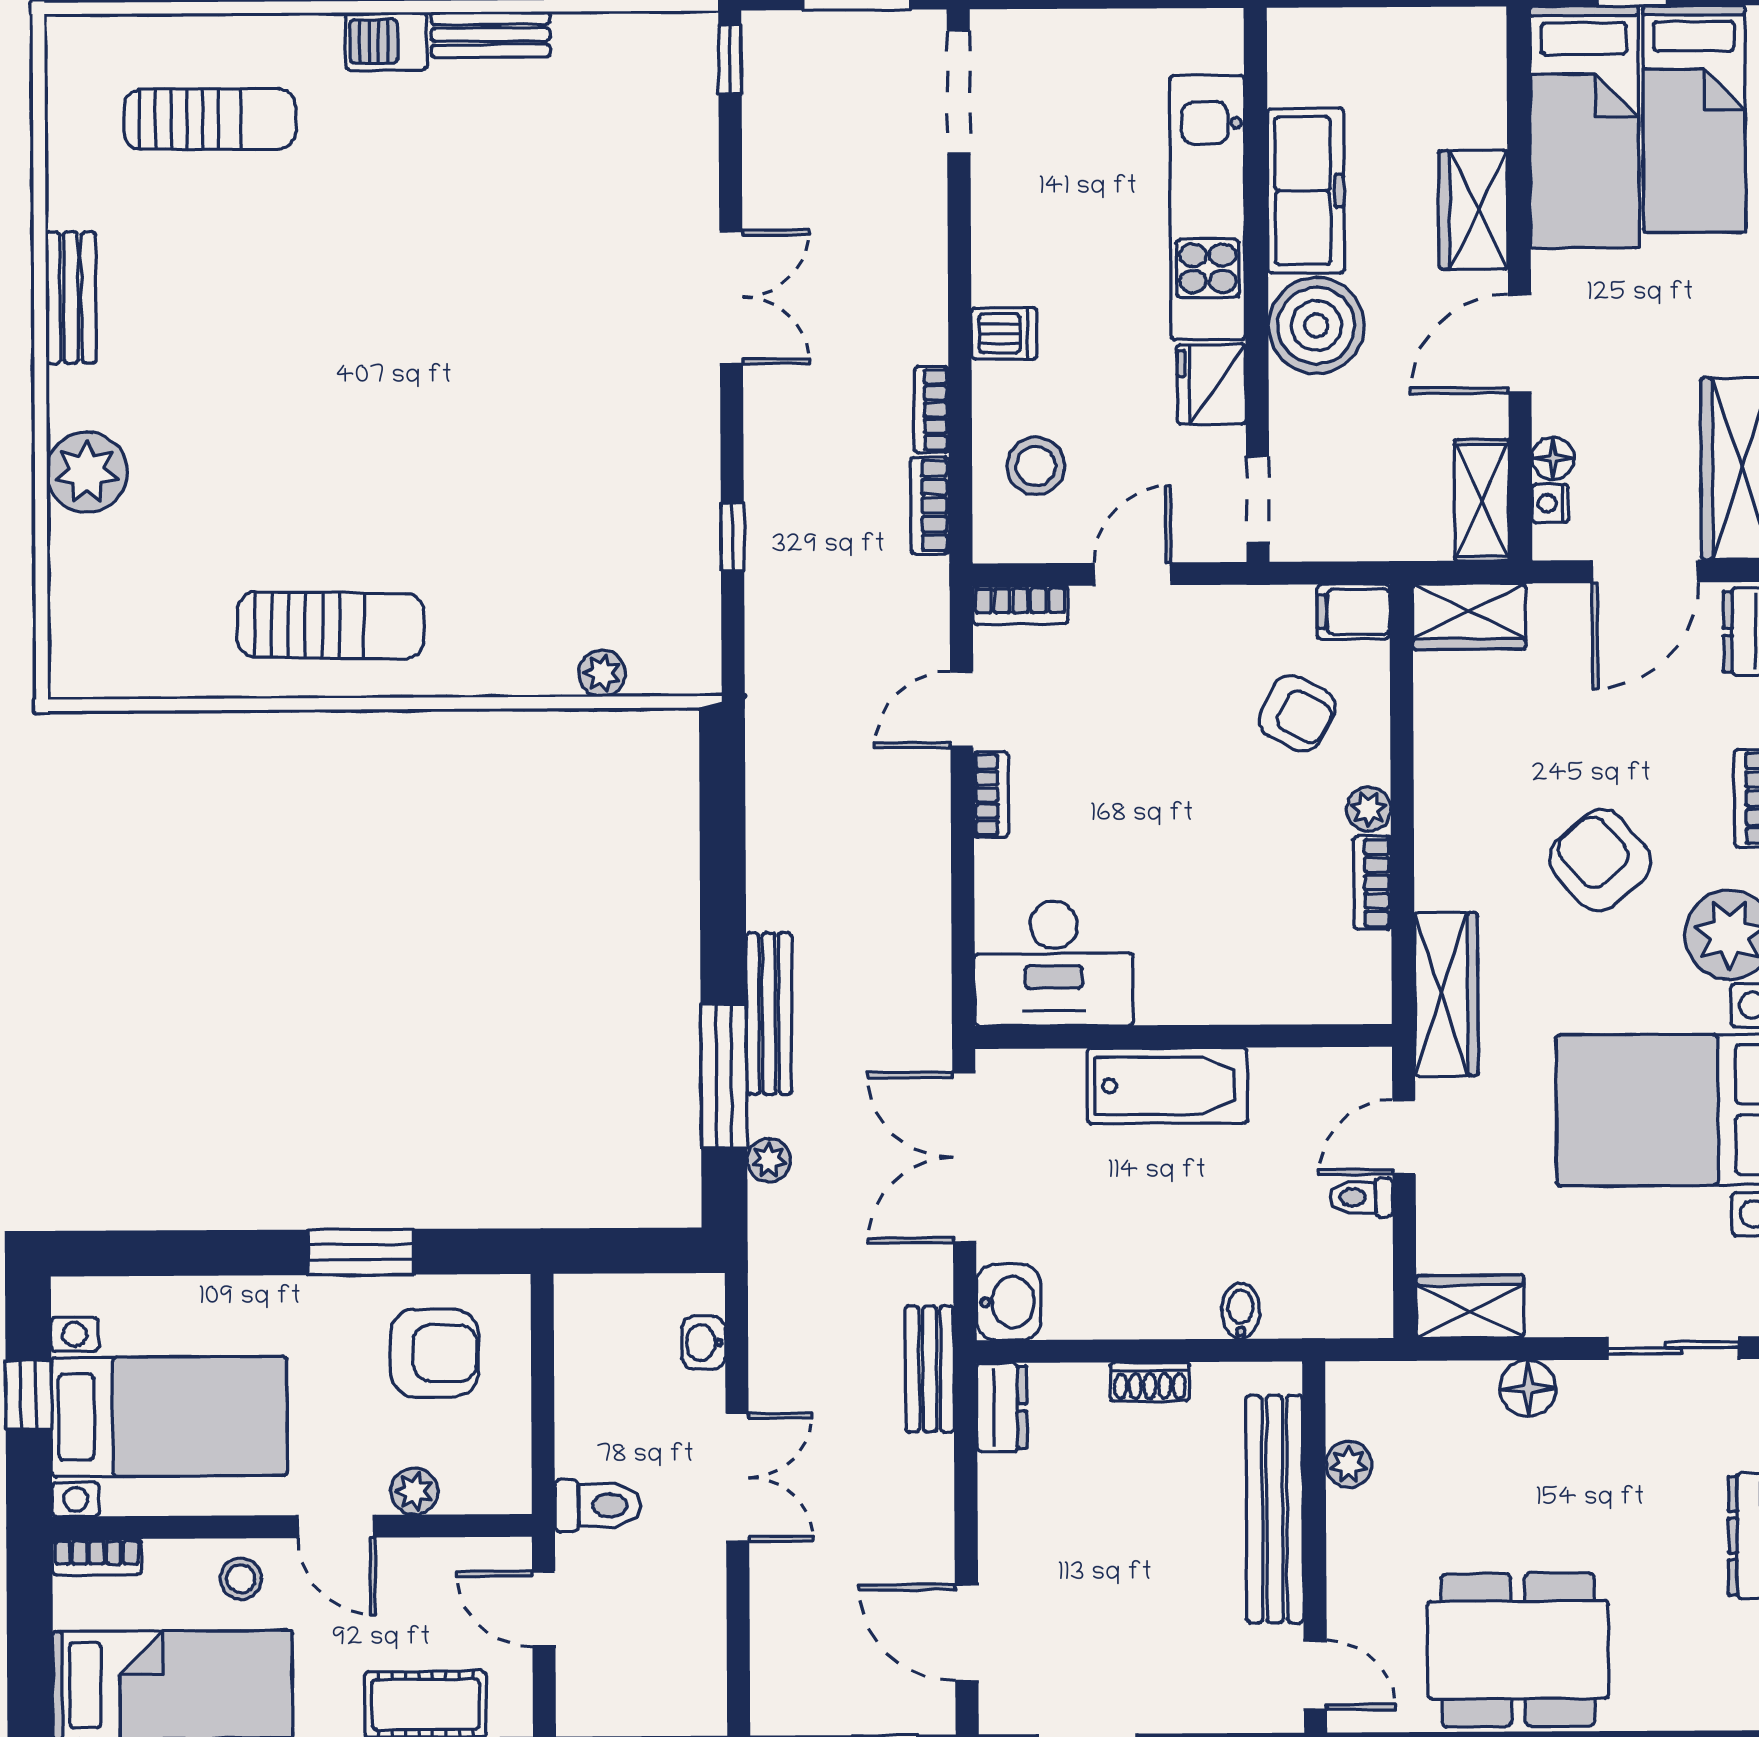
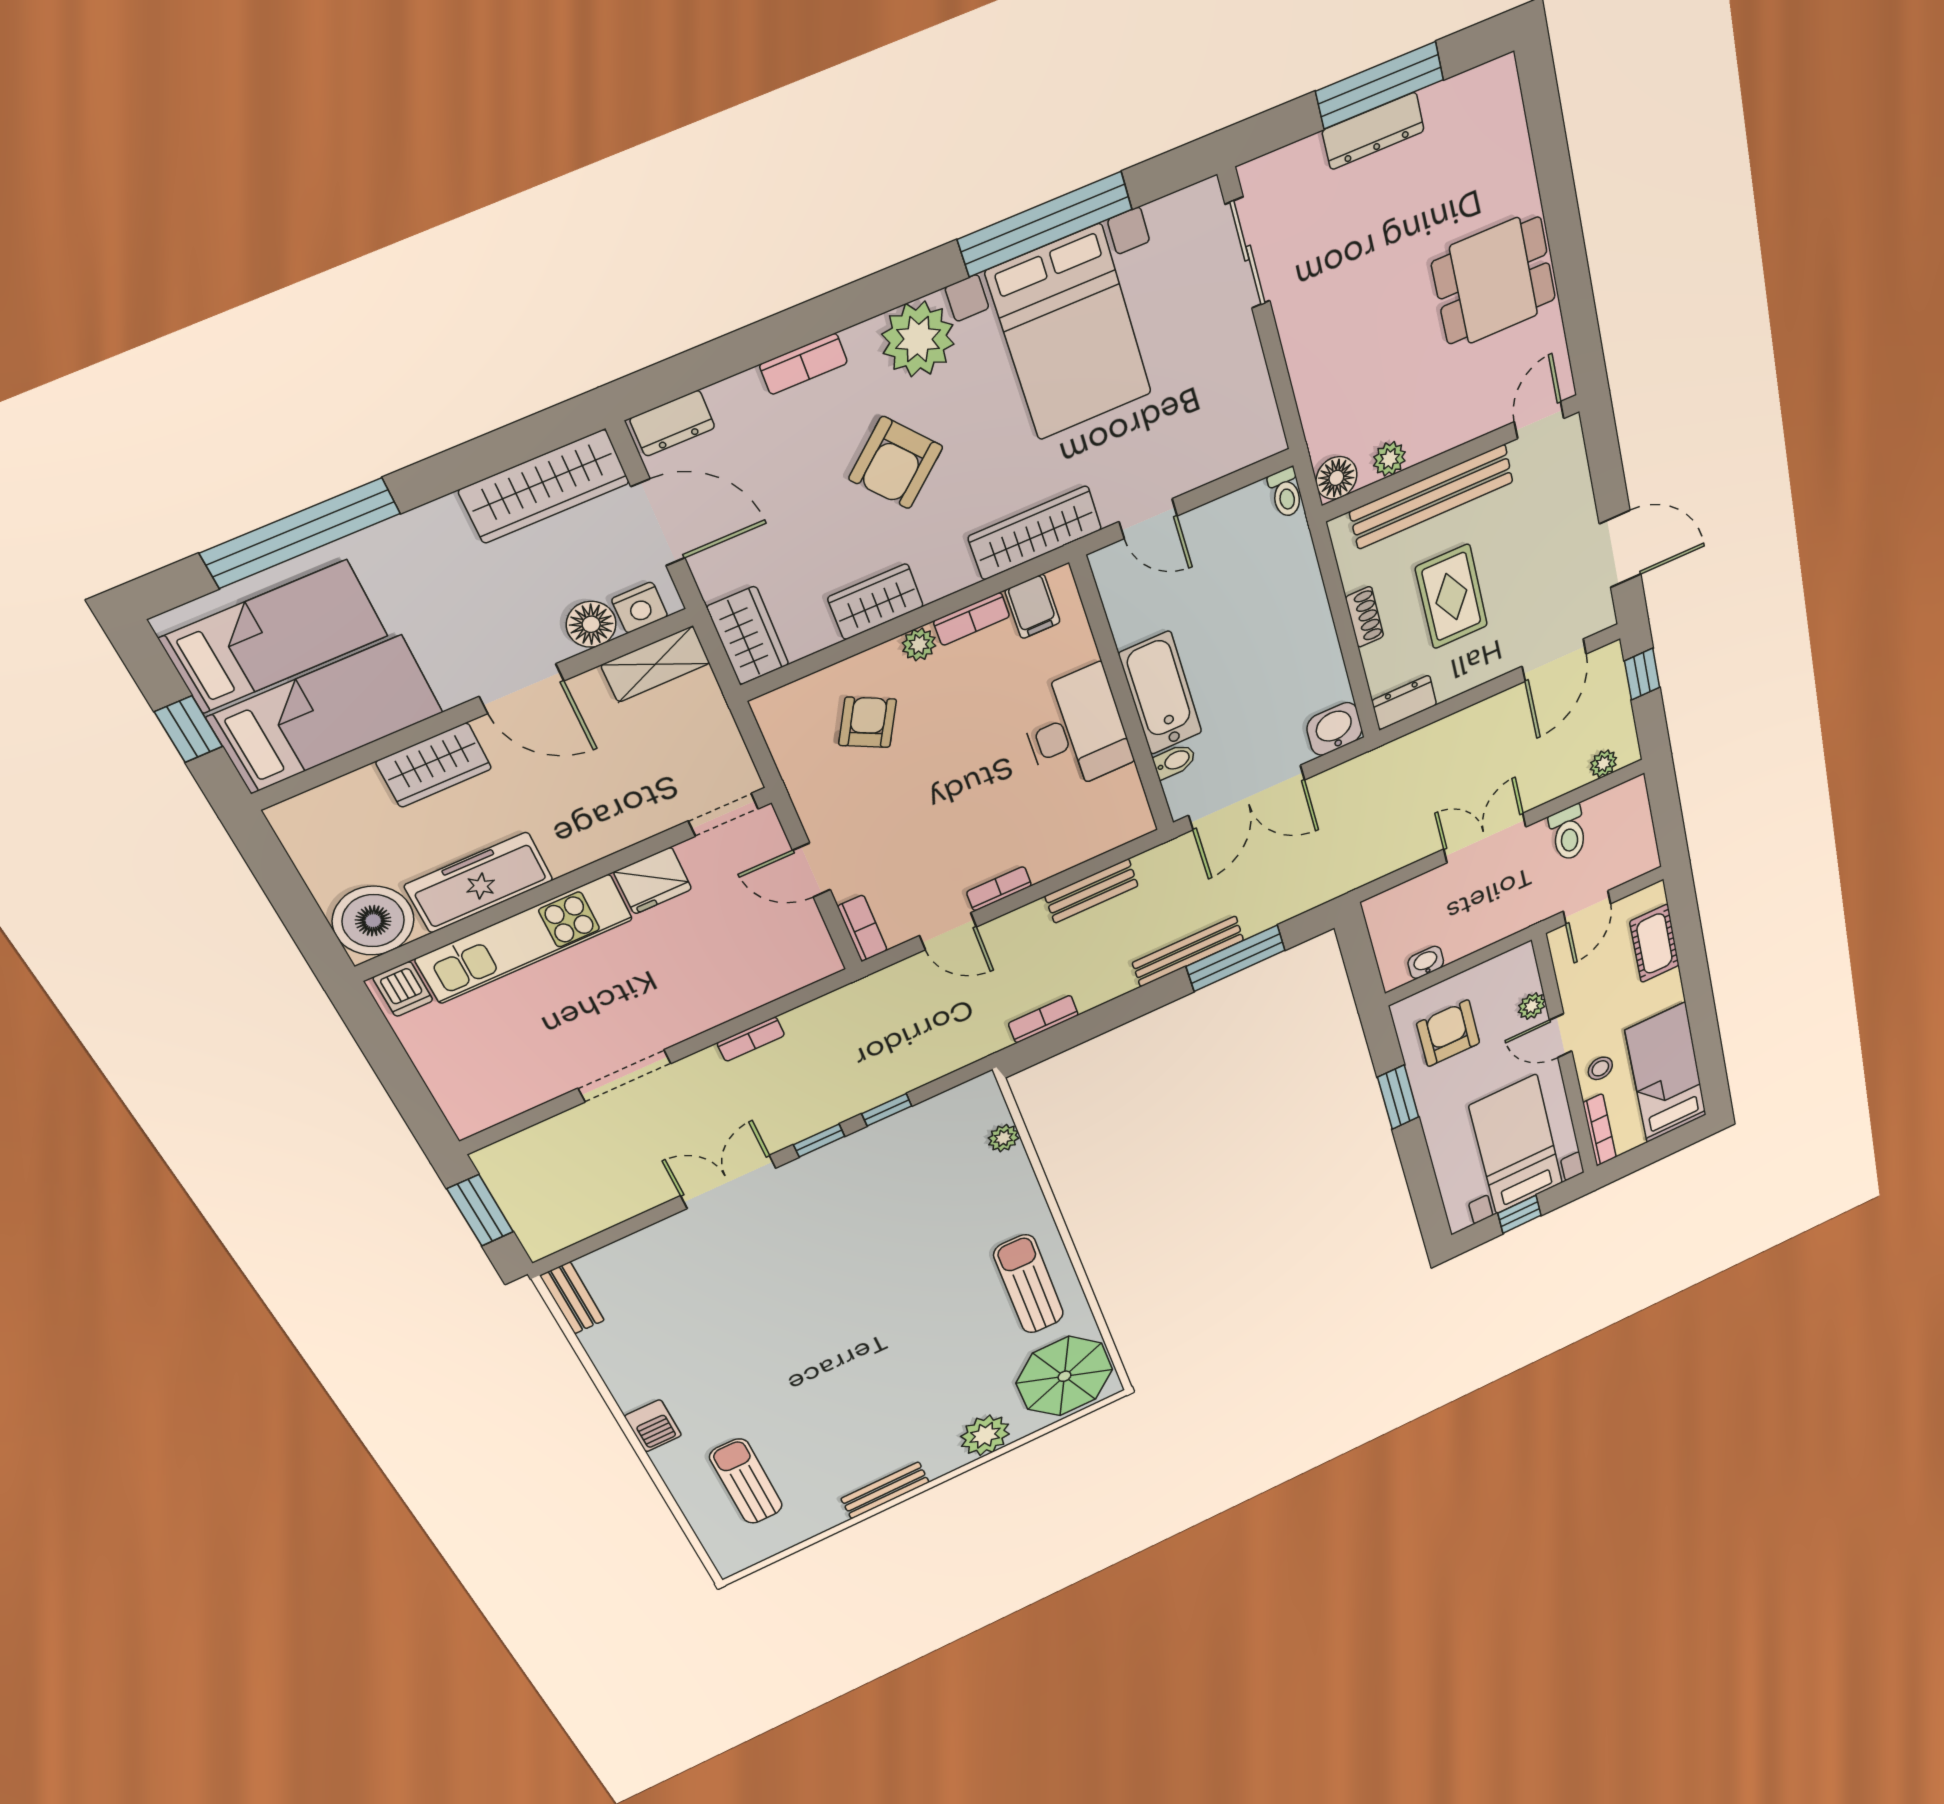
bench: (491, 34) -> (572, 1298), moved
window: (730, 60) -> (819, 1141), moved
doorway: (959, 92) -> (624, 1076), moved
boiler: (1316, 326) -> (373, 921), moved
dishwasher: (1004, 333) -> (403, 989), moved, turned 180
floor lamp: (1553, 458) -> (591, 624), width x1.37, depth x1.37
stool: (1036, 466) -> (762, 962), removed
nightstand: (1550, 503) -> (640, 608), width x1.39, depth x1.35
bookcase: (930, 506) -> (1043, 1019), moved, turned 180
filing cabinet: (1353, 612) -> (1033, 606), moved
parasol: (129, 621) -> (1064, 1376), added
desk: (1054, 963) -> (1076, 730), moved
plant: (769, 1160) -> (1603, 764), moved
toilet: (1361, 1198) -> (1286, 493), moved
wardrobe: (1470, 1306) -> (876, 602), moved, turned 90
bidet: (1241, 1311) -> (1174, 761), moved, turned 180
washbasin: (704, 1343) -> (1426, 962), moved, turned 180
bench: (930, 1369) -> (1092, 891), moved
floor lamp: (1528, 1388) -> (1336, 478), moved
toilet: (598, 1505) -> (1568, 833), moved, turned 180
rug: (1125, 1506) -> (1451, 597), added
door: (336, 1526) -> (1561, 1036), swing flipped
bookcase: (97, 1557) -> (1600, 1130), width x1.56
dining table: (1518, 1650) -> (1494, 281), width x0.73

